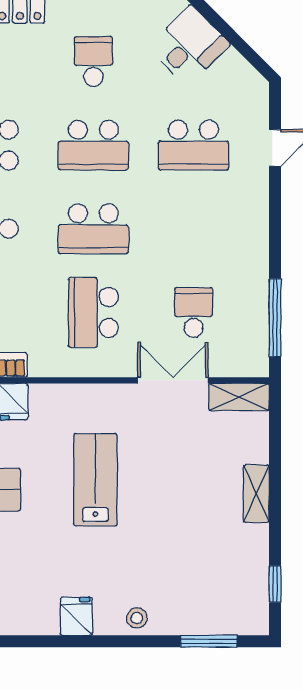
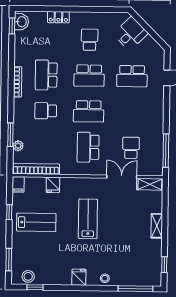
window: (209, 641) -> (136, 289), width x1.44

